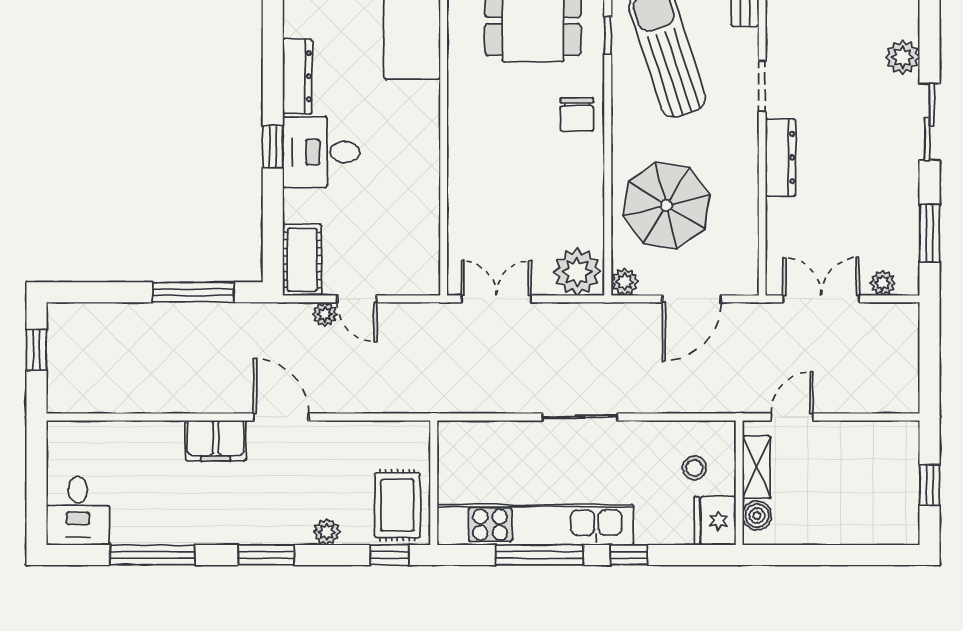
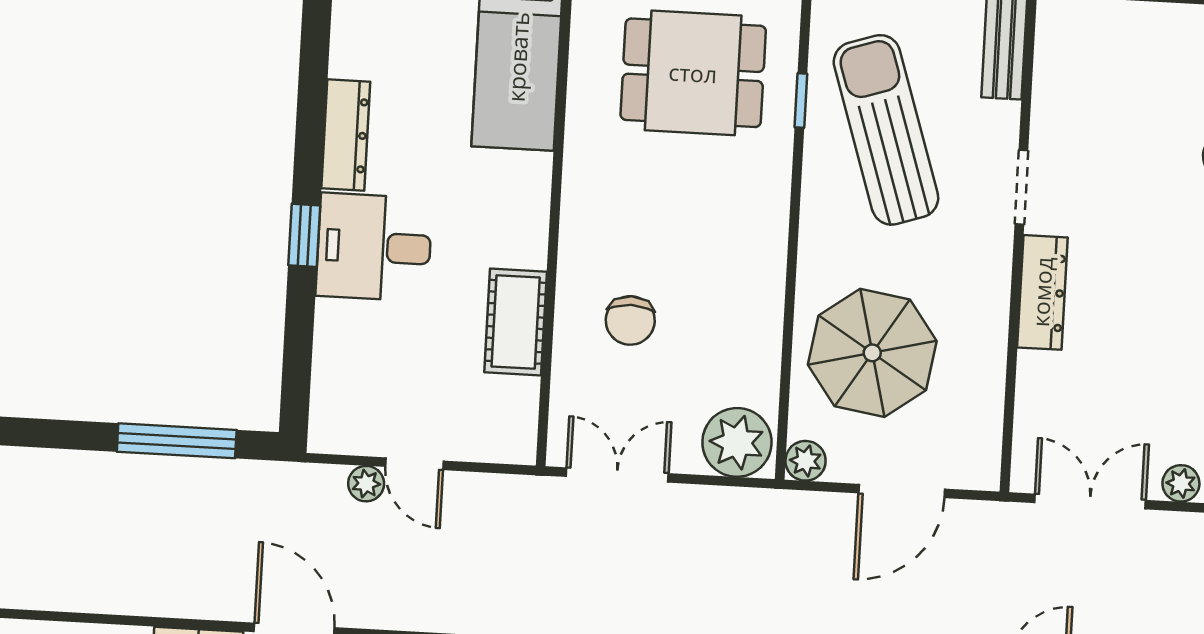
chair: (577, 114) -> (630, 320), moved
cot: (302, 260) -> (516, 322), moved

